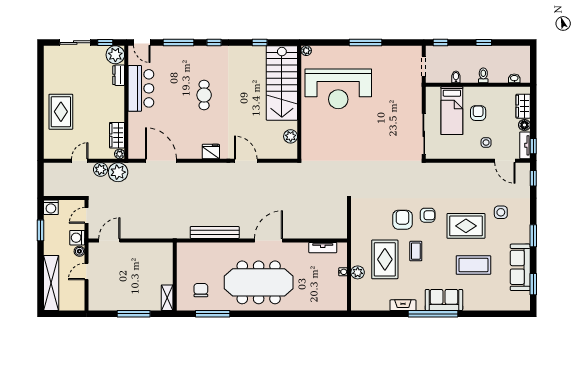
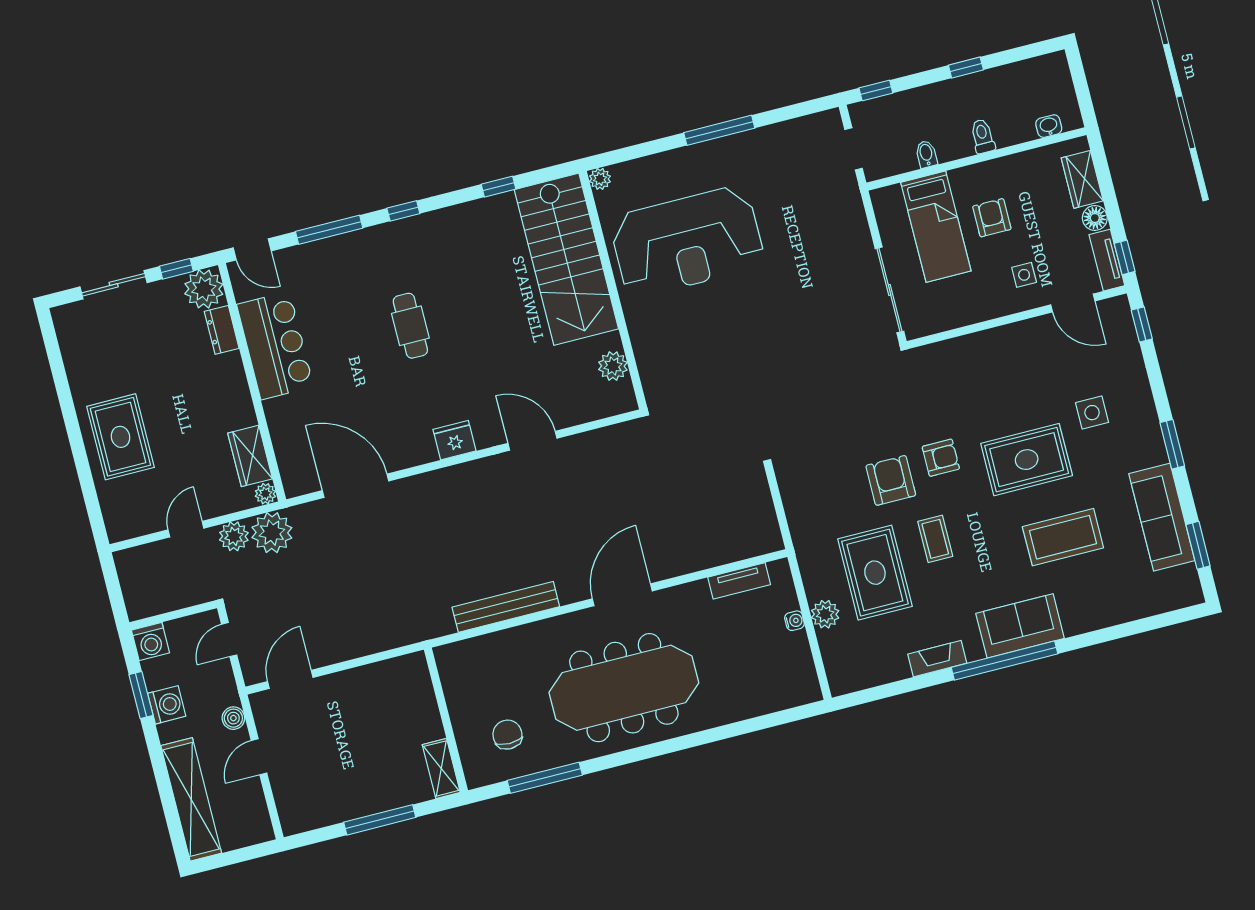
washing machine: (77, 238) -> (167, 705), moved, turned 180

